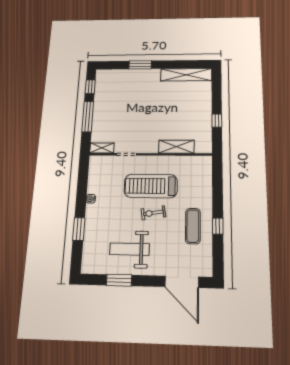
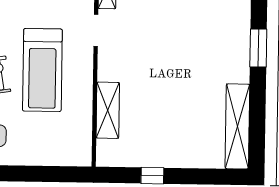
treadmill: (151, 186) -> (42, 70), turned 180

